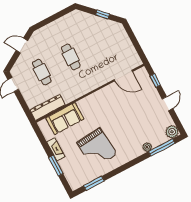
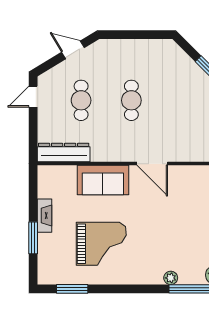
door: (123, 76) -> (152, 164), moved
sofa: (65, 119) -> (103, 180), moved
grand piano: (97, 148) -> (101, 244), turned -84

